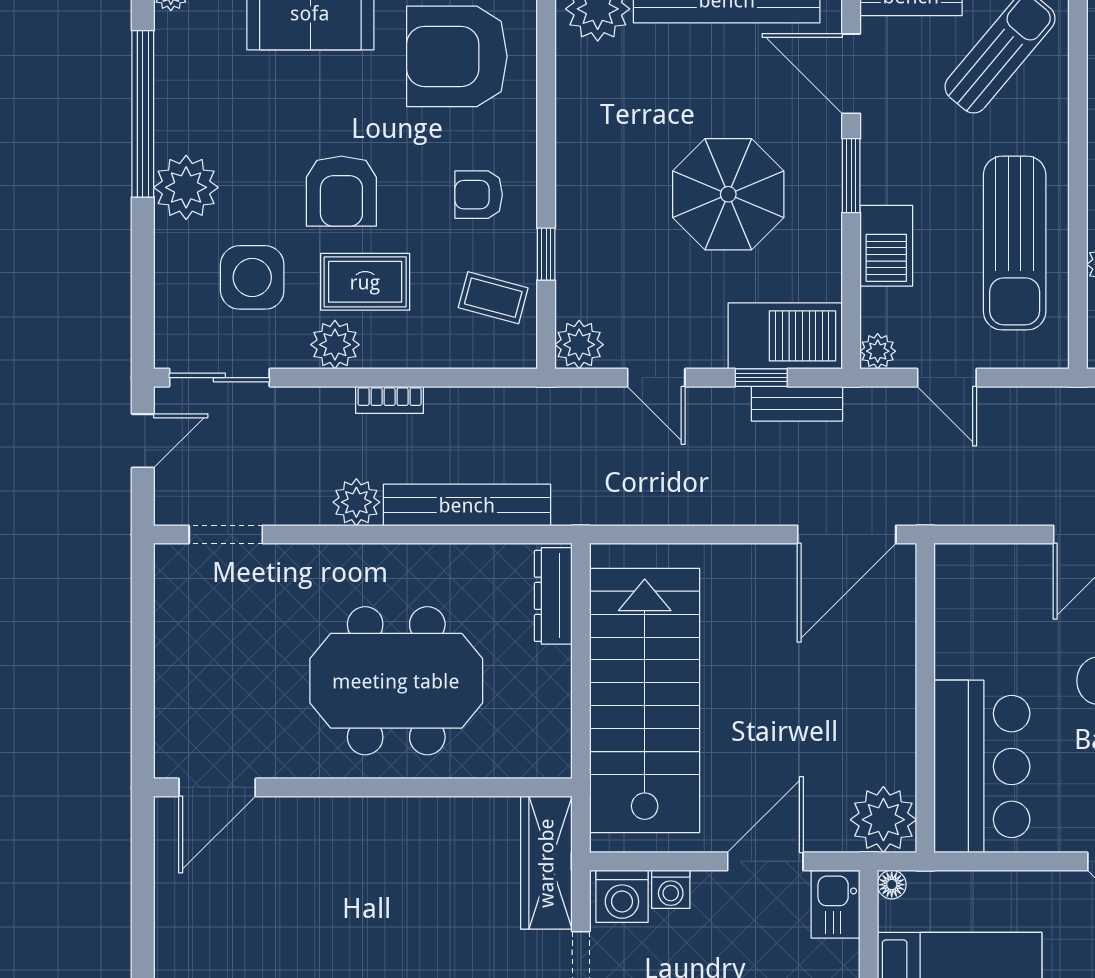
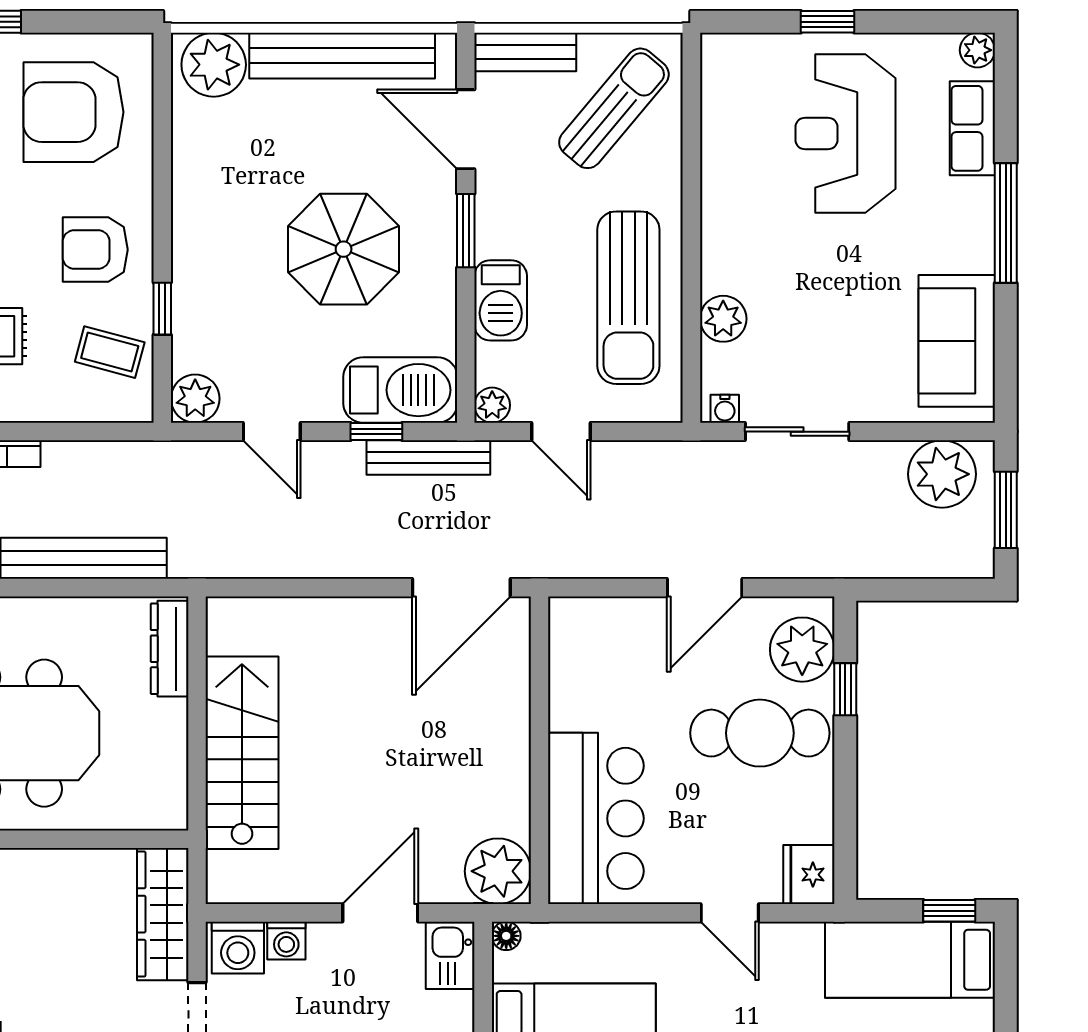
armchair: (479, 195) -> (95, 250), width x1.38, depth x1.38
bench: (797, 404) -> (428, 458), width x1.36
stairs: (645, 700) -> (242, 753), width x0.73, depth x0.66

